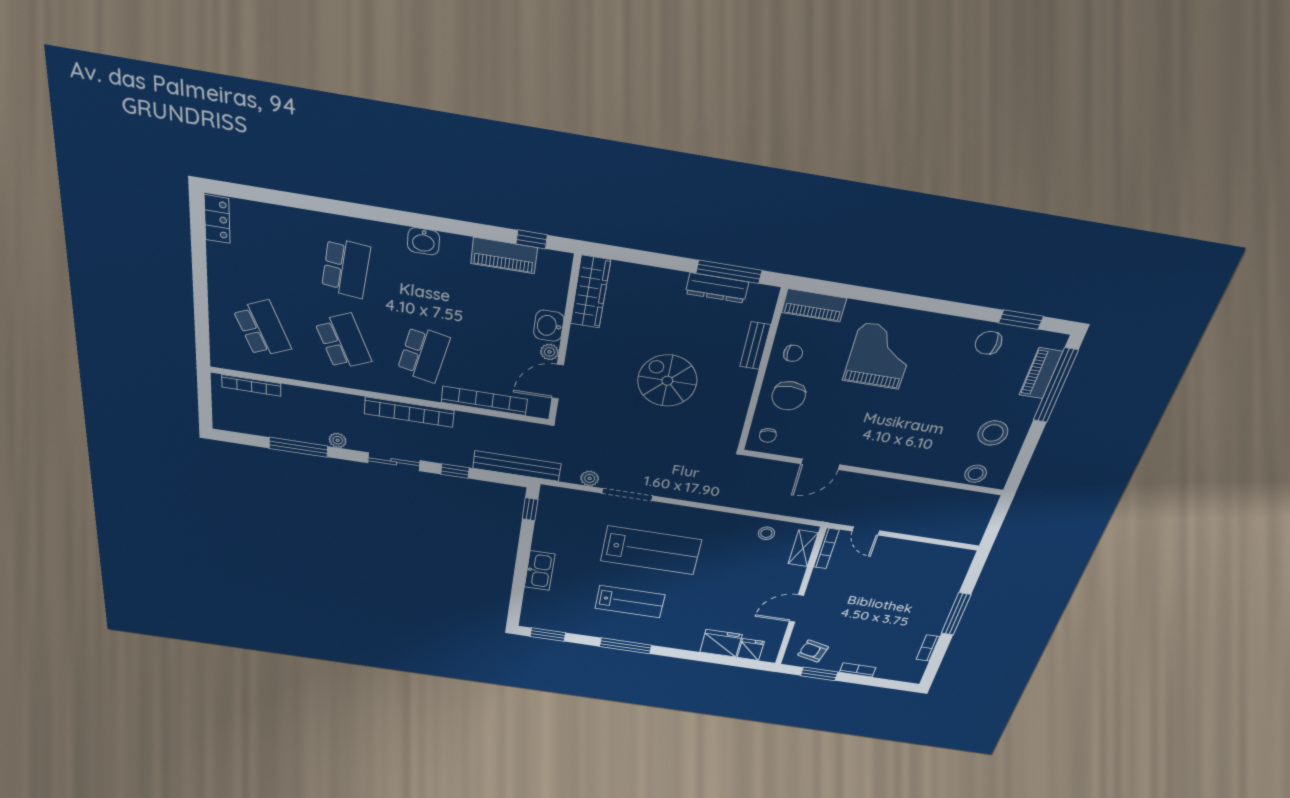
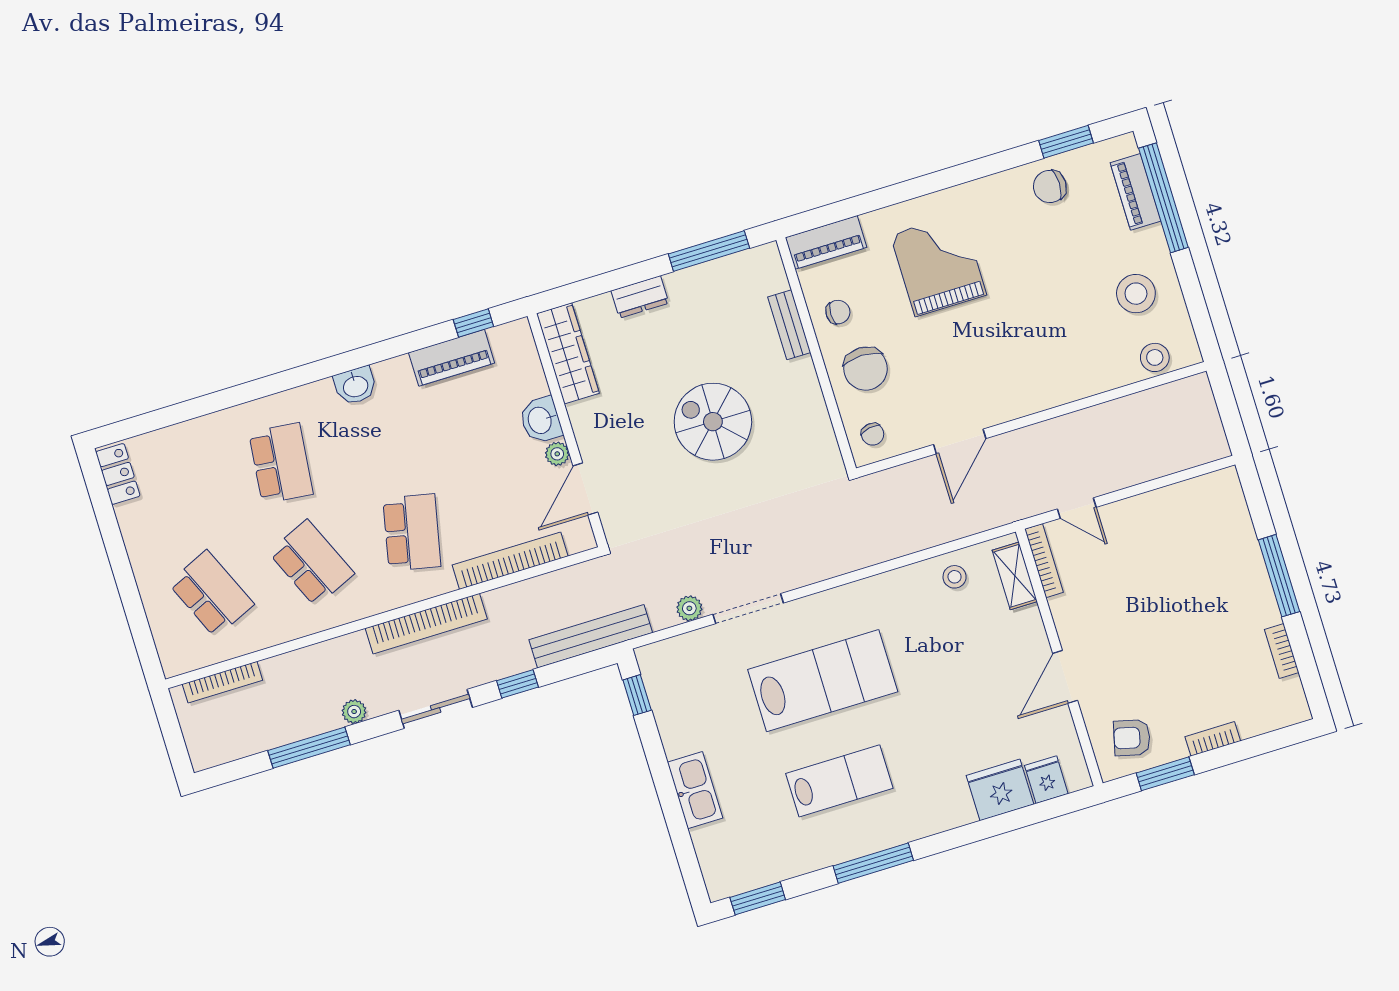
dresser: (717, 288) -> (640, 297), moved, width x0.70

